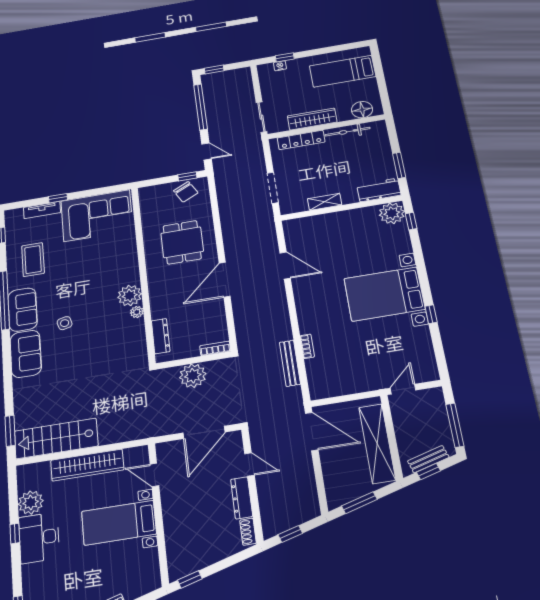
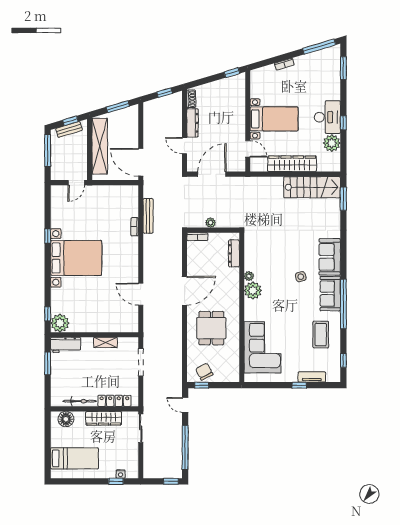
corner sofa: (97, 216) -> (263, 347), moved, turned 90
plant: (193, 376) -> (211, 223), width x0.53, depth x0.53

